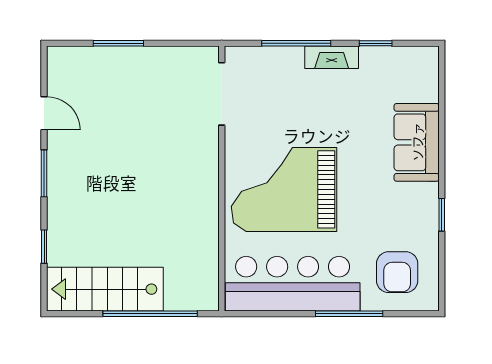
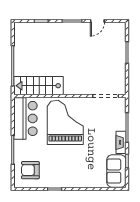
sofa: (417, 142) -> (116, 171), moved, turned -90
bar counter: (293, 284) -> (25, 118), width x0.73
stairs: (105, 289) -> (38, 86), moved, turned -90

